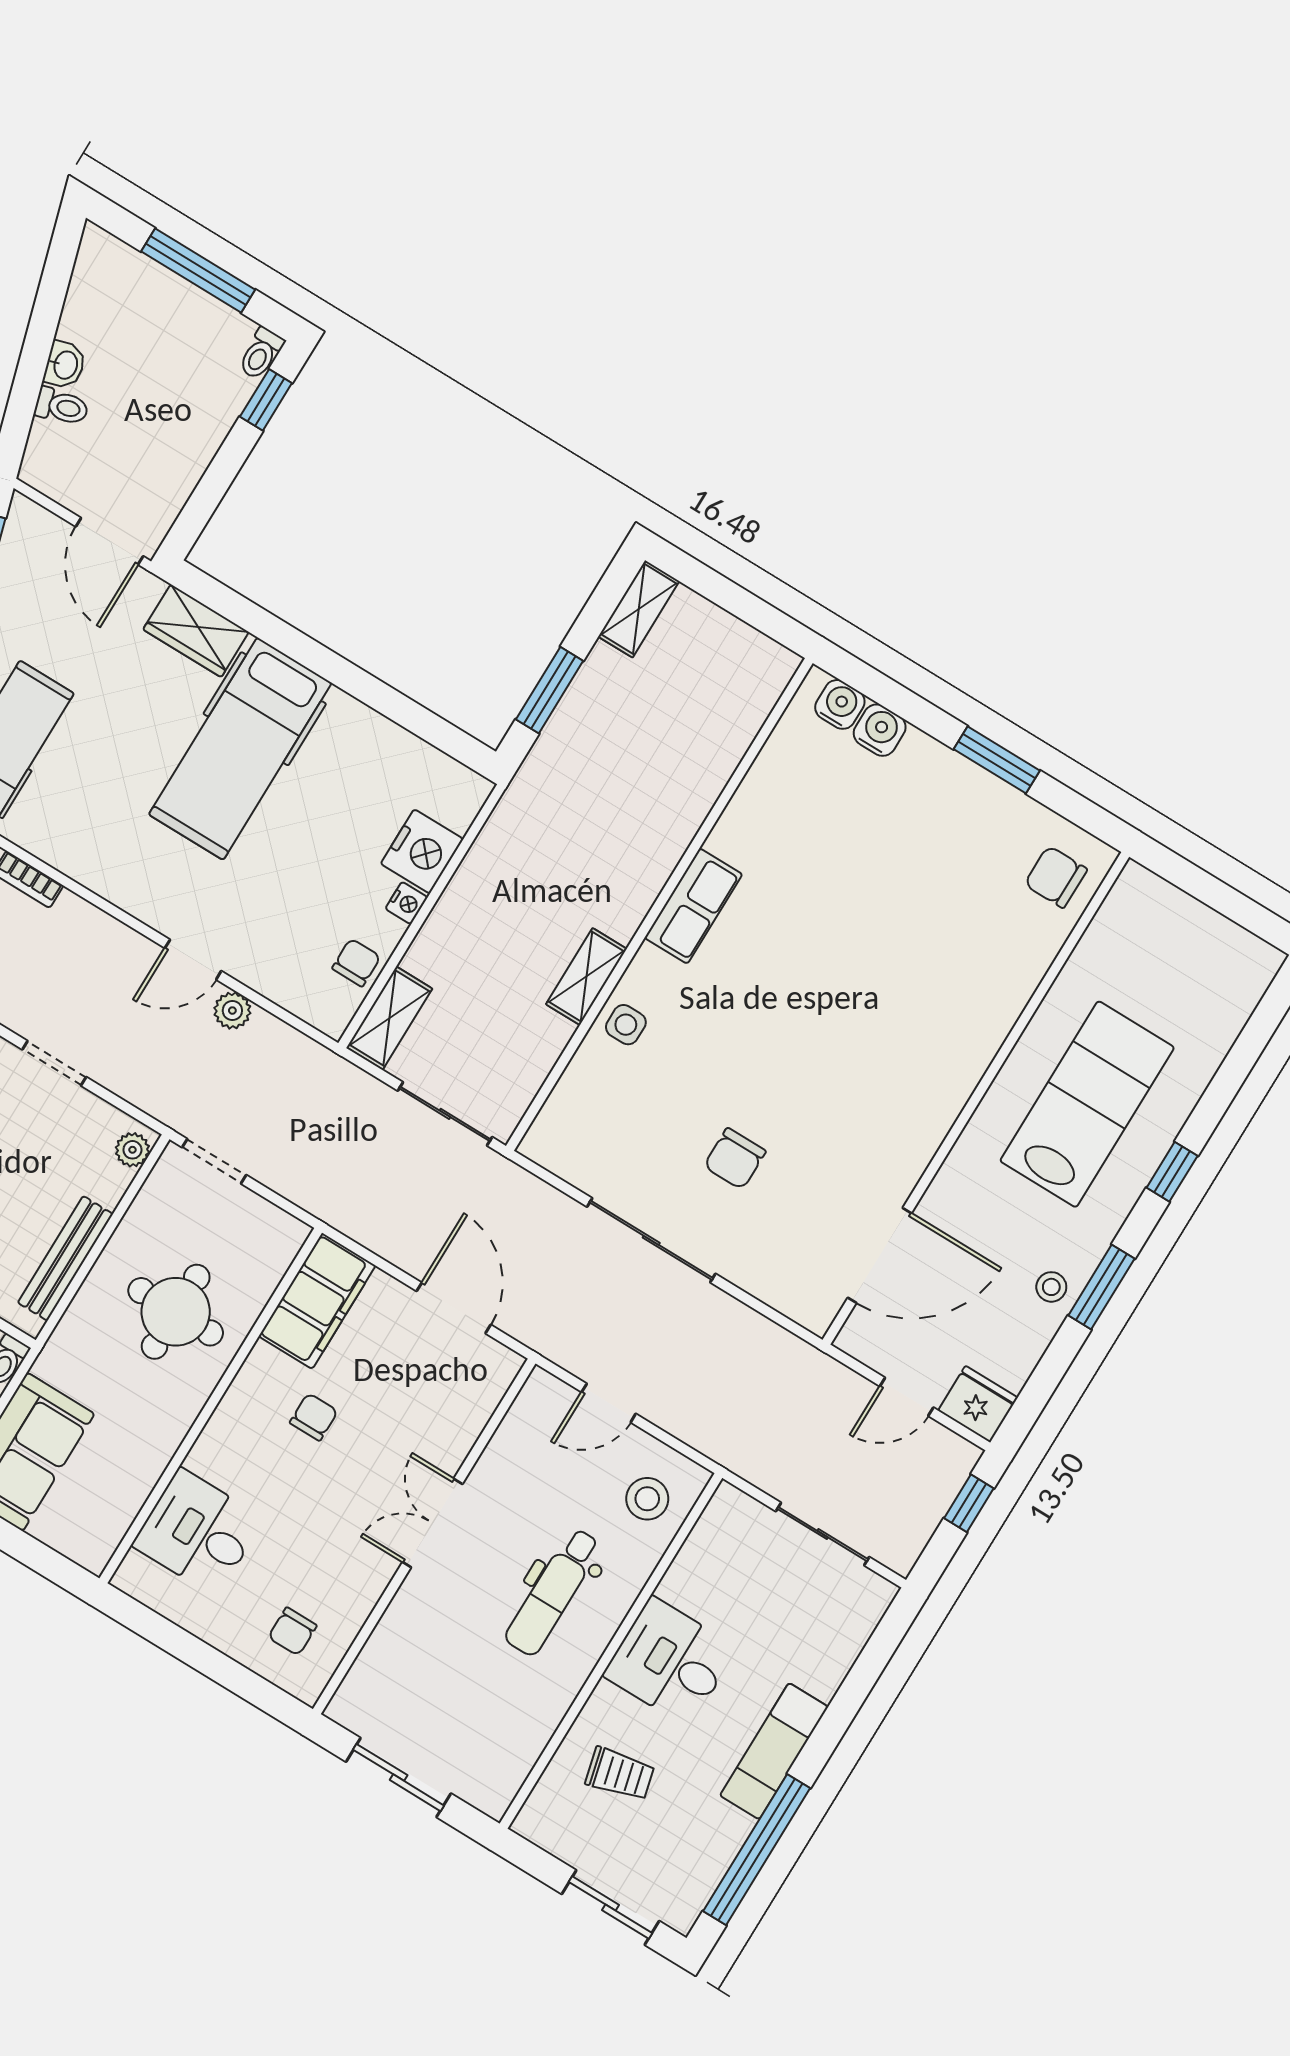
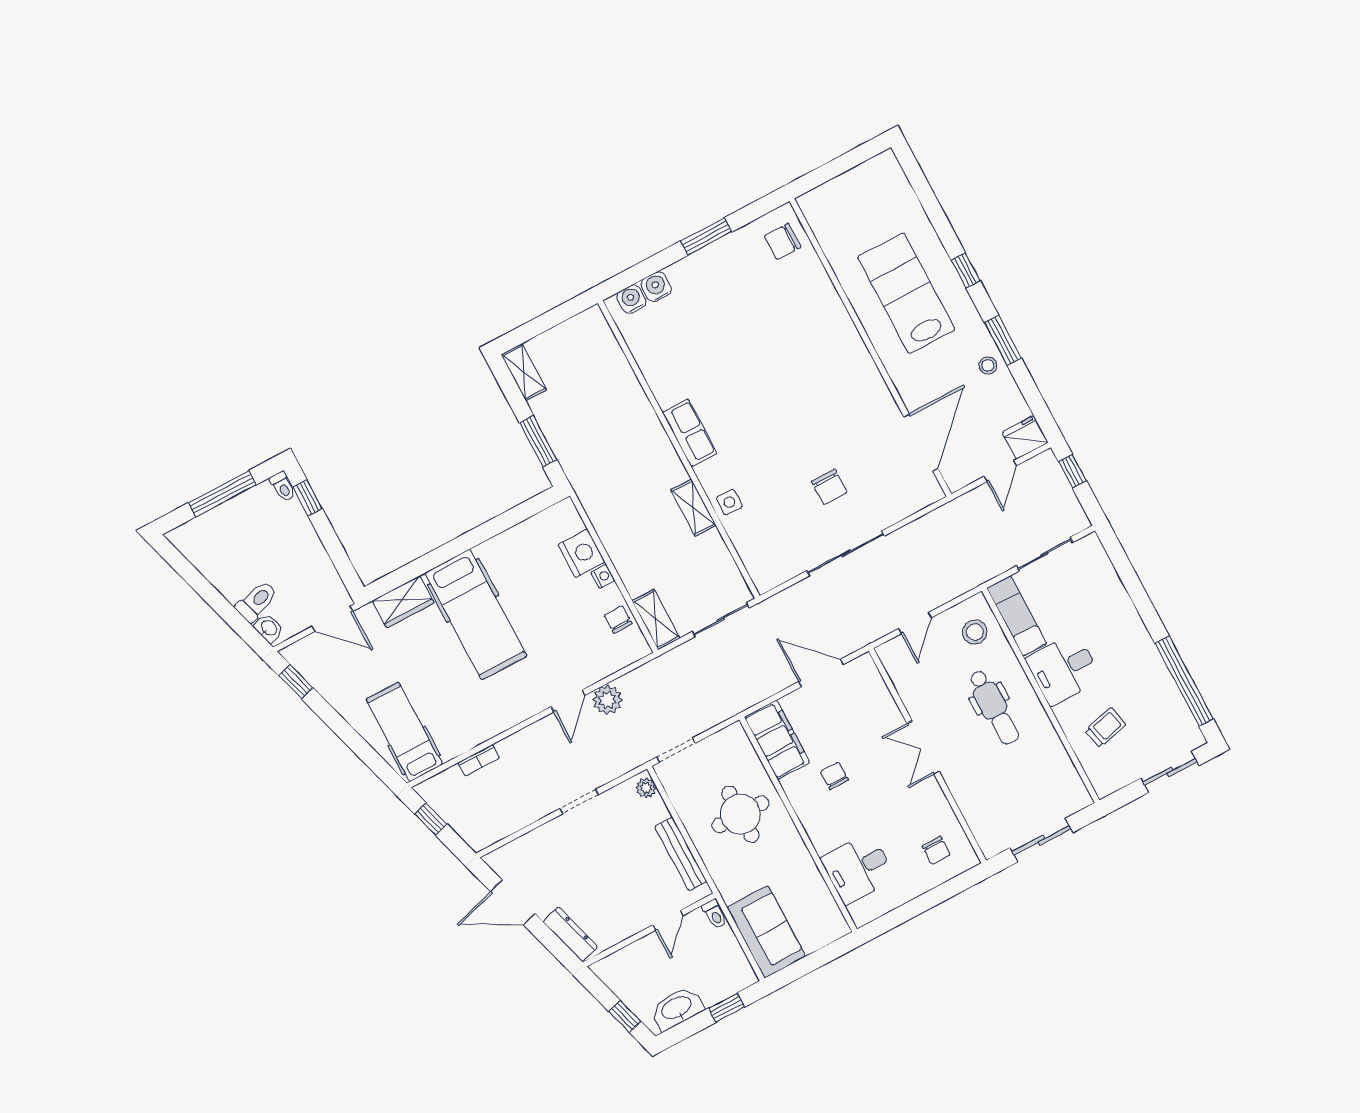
washbasin: (65, 365) -> (269, 628), moved
toilet: (62, 407) -> (257, 601), width x1.37, depth x1.39
plant: (232, 1011) -> (607, 700), width x1.38, depth x1.38
exam couch: (774, 1751) -> (1017, 616), moved, turned 180

